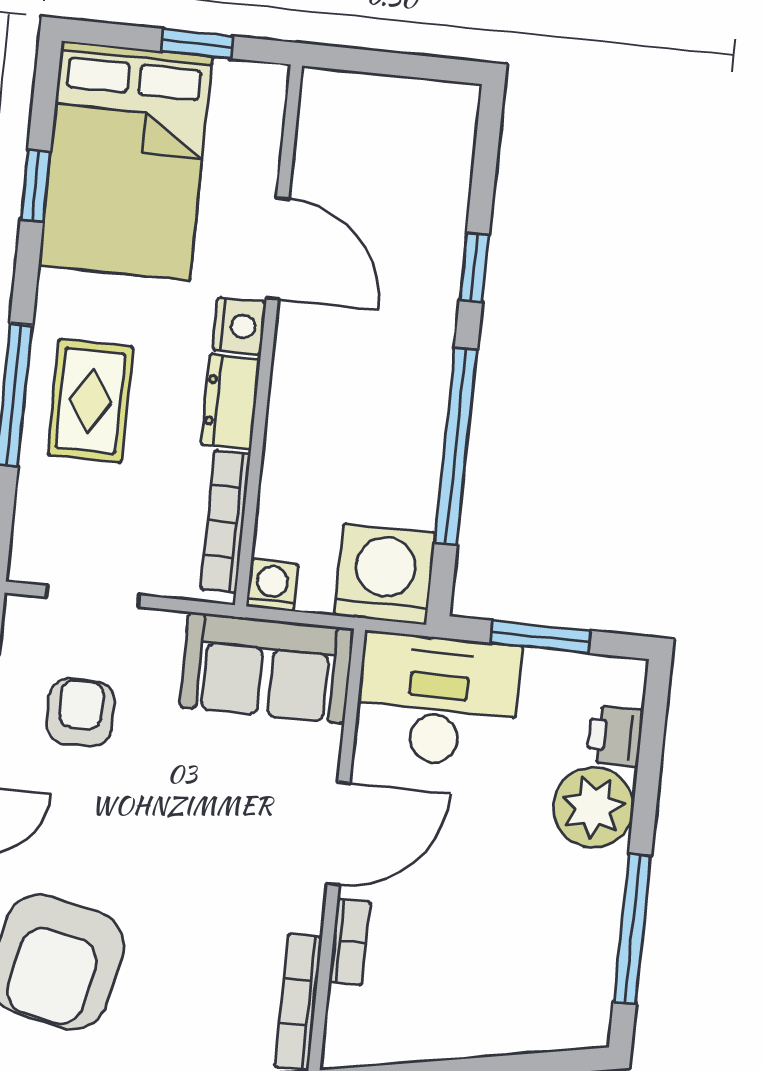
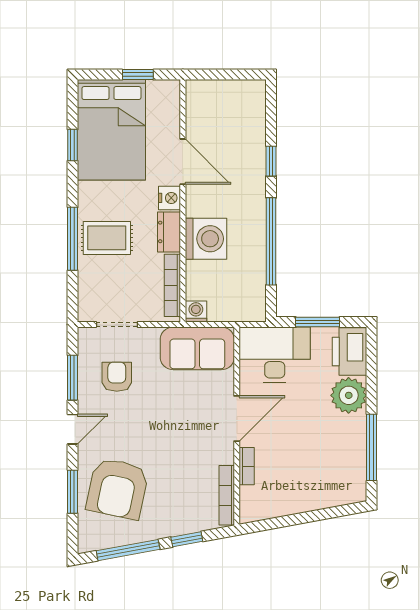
rug: (90, 401) -> (107, 238), turned 90
washing machine: (385, 574) -> (206, 239), moved, turned 90
printer: (615, 736) -> (350, 352), width x1.87, depth x1.48

